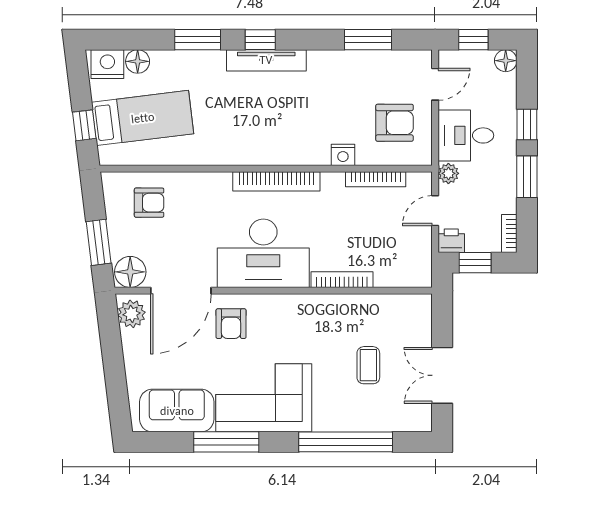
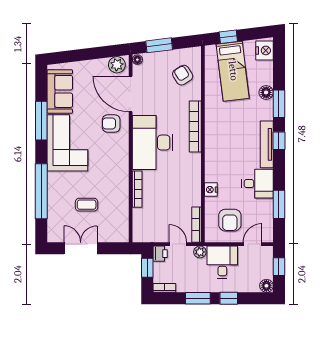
floor lamp: (138, 61) -> (266, 92), moved
desk: (333, 76) -> (257, 184), added
door: (435, 84) -> (253, 244), swing flipped
bookcase: (376, 179) -> (196, 225), moved
bookcase: (276, 181) -> (195, 126), moved
armchair: (149, 203) -> (183, 75), turned 148
floor lamp: (130, 272) -> (137, 60), width x0.53, depth x0.53

